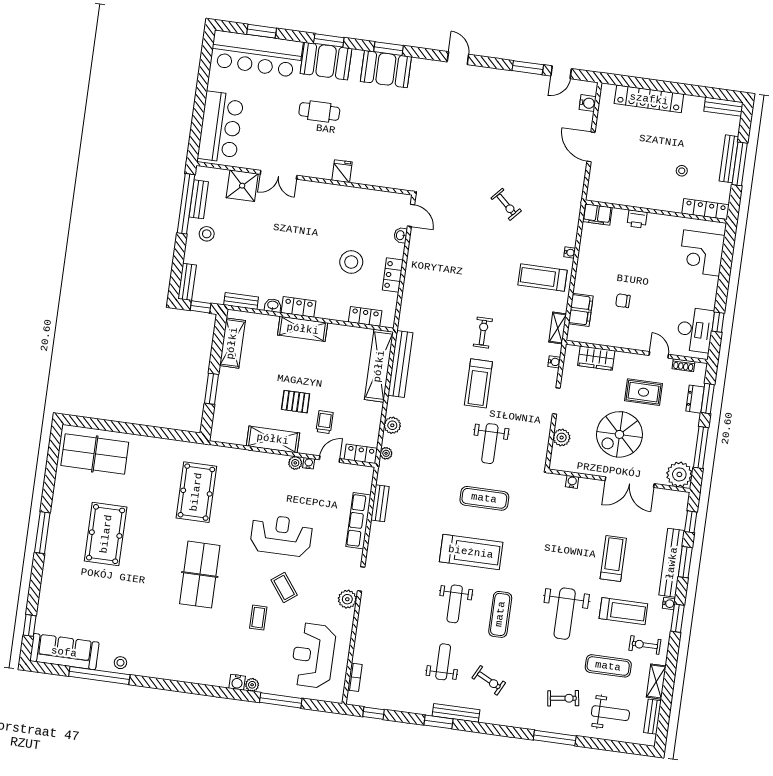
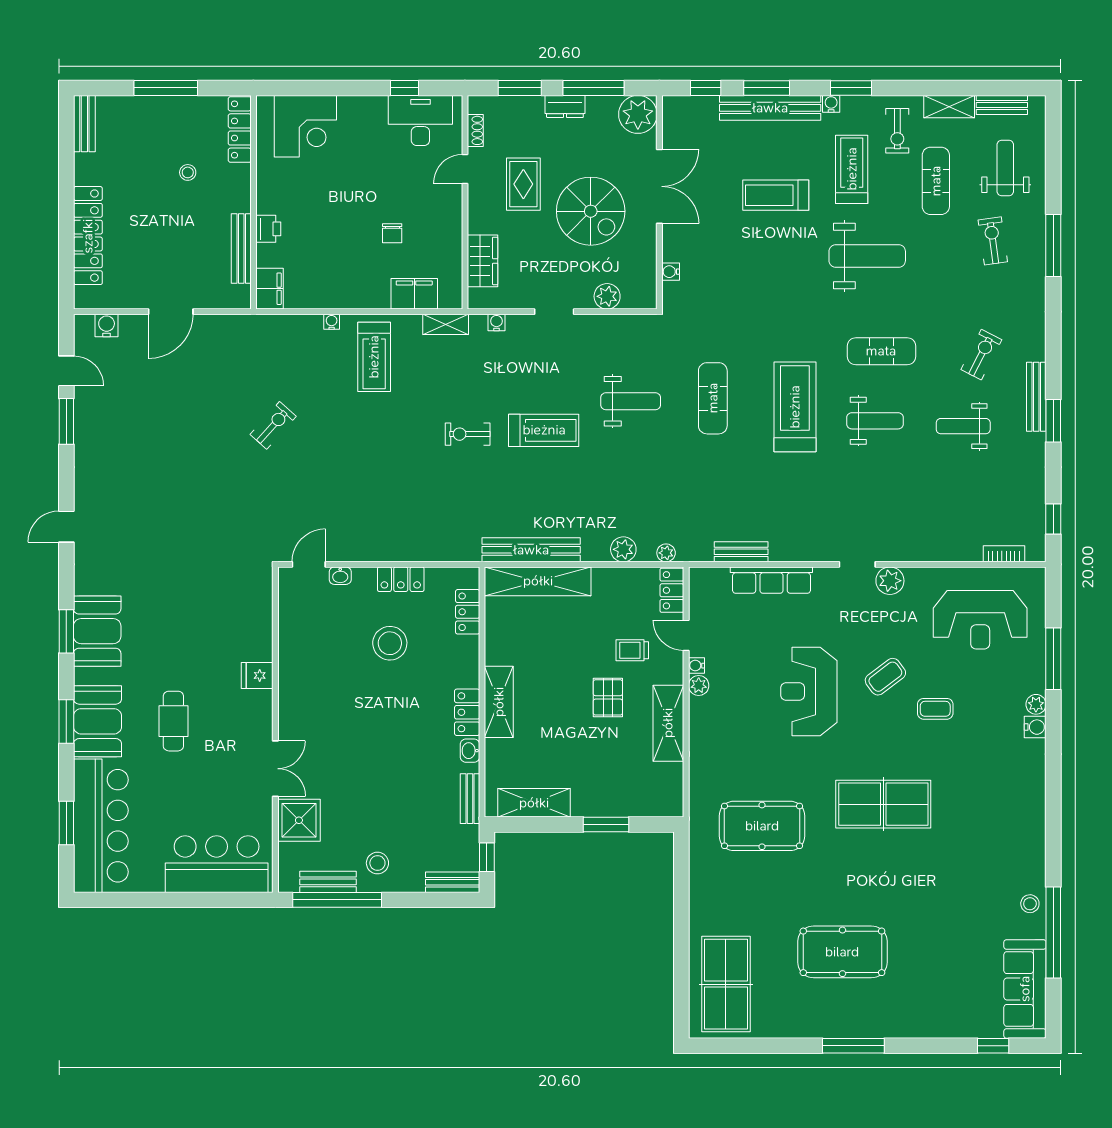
bench: (729, 159) -> (241, 248), moved, turned 90
dresser: (695, 399) -> (565, 106), moved

